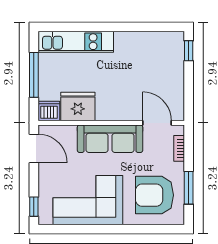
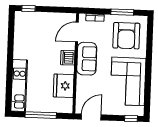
dishwasher: (49, 111) -> (68, 58), moved
sofa: (110, 139) -> (87, 59), width x0.73

